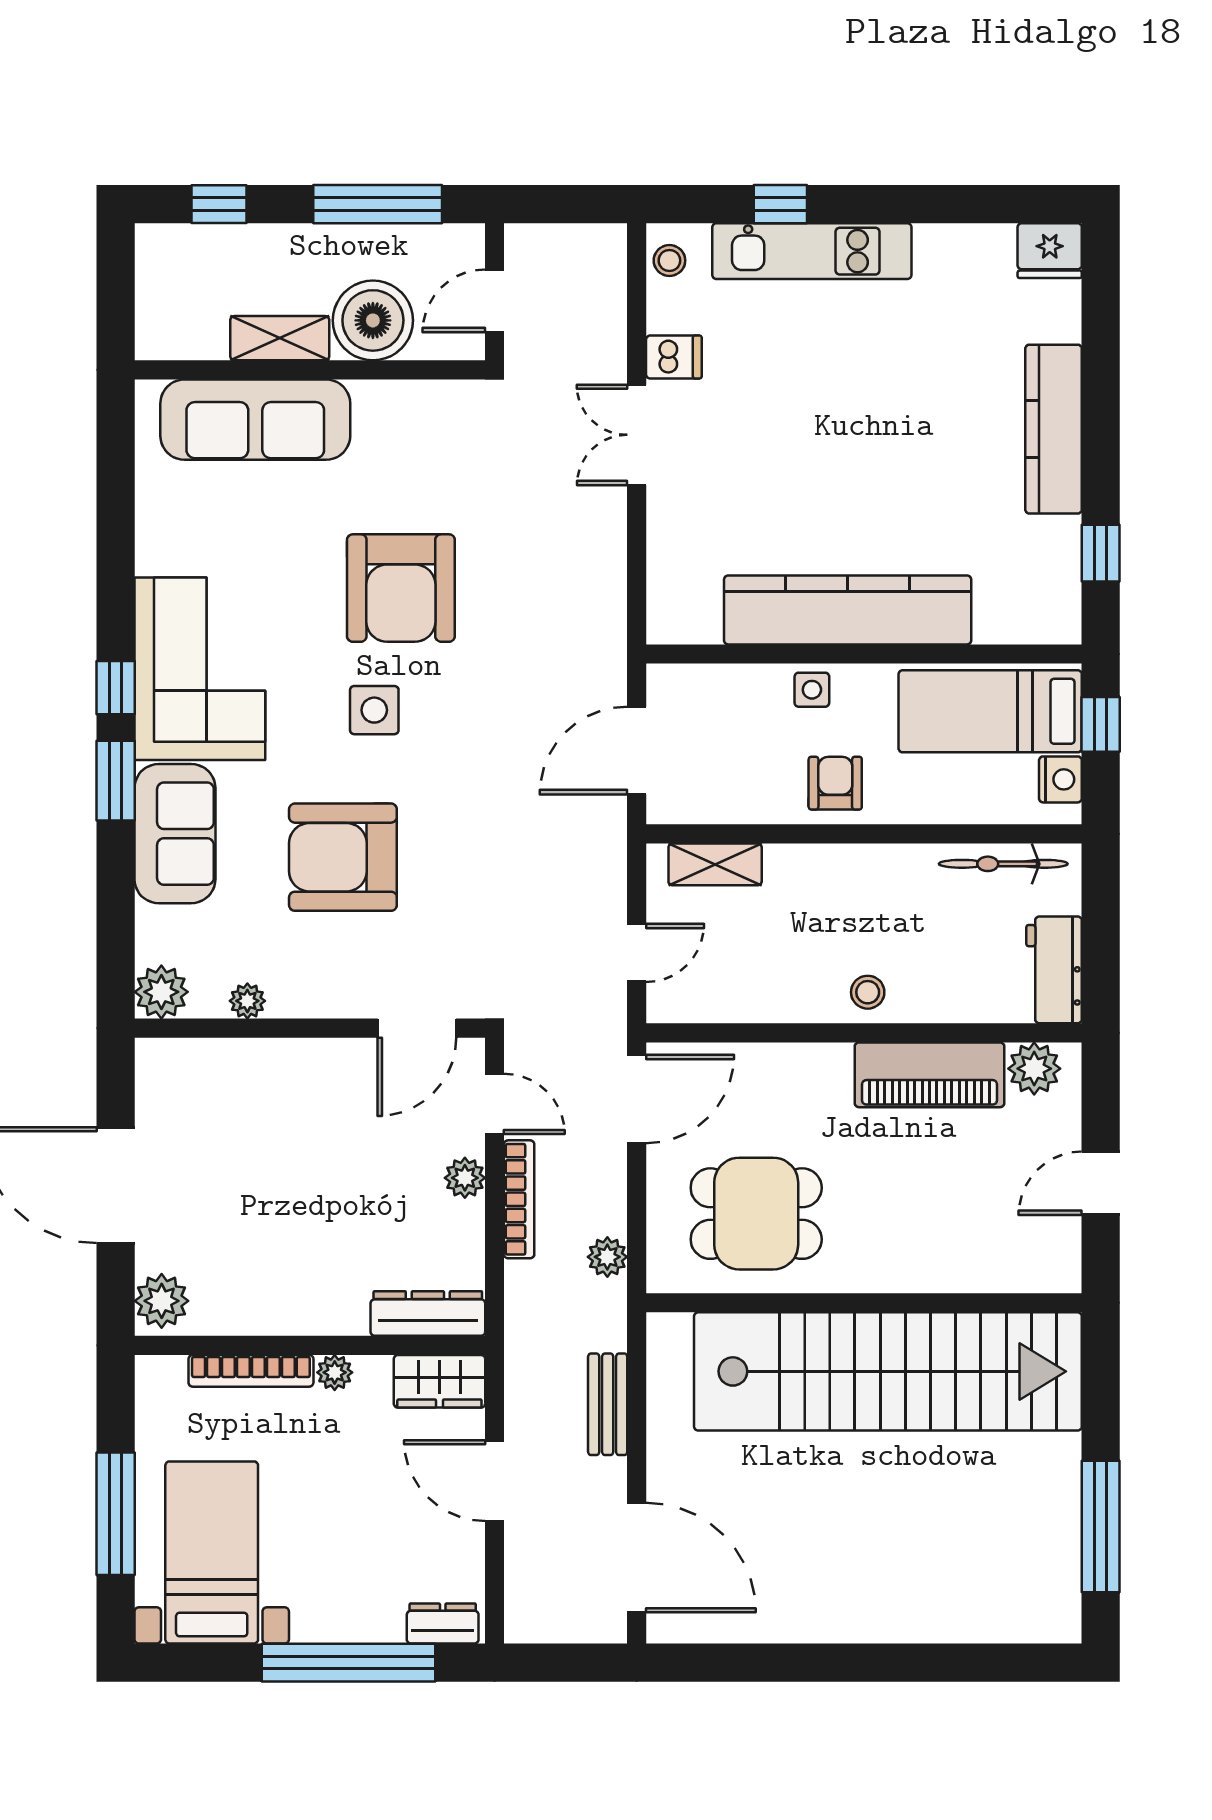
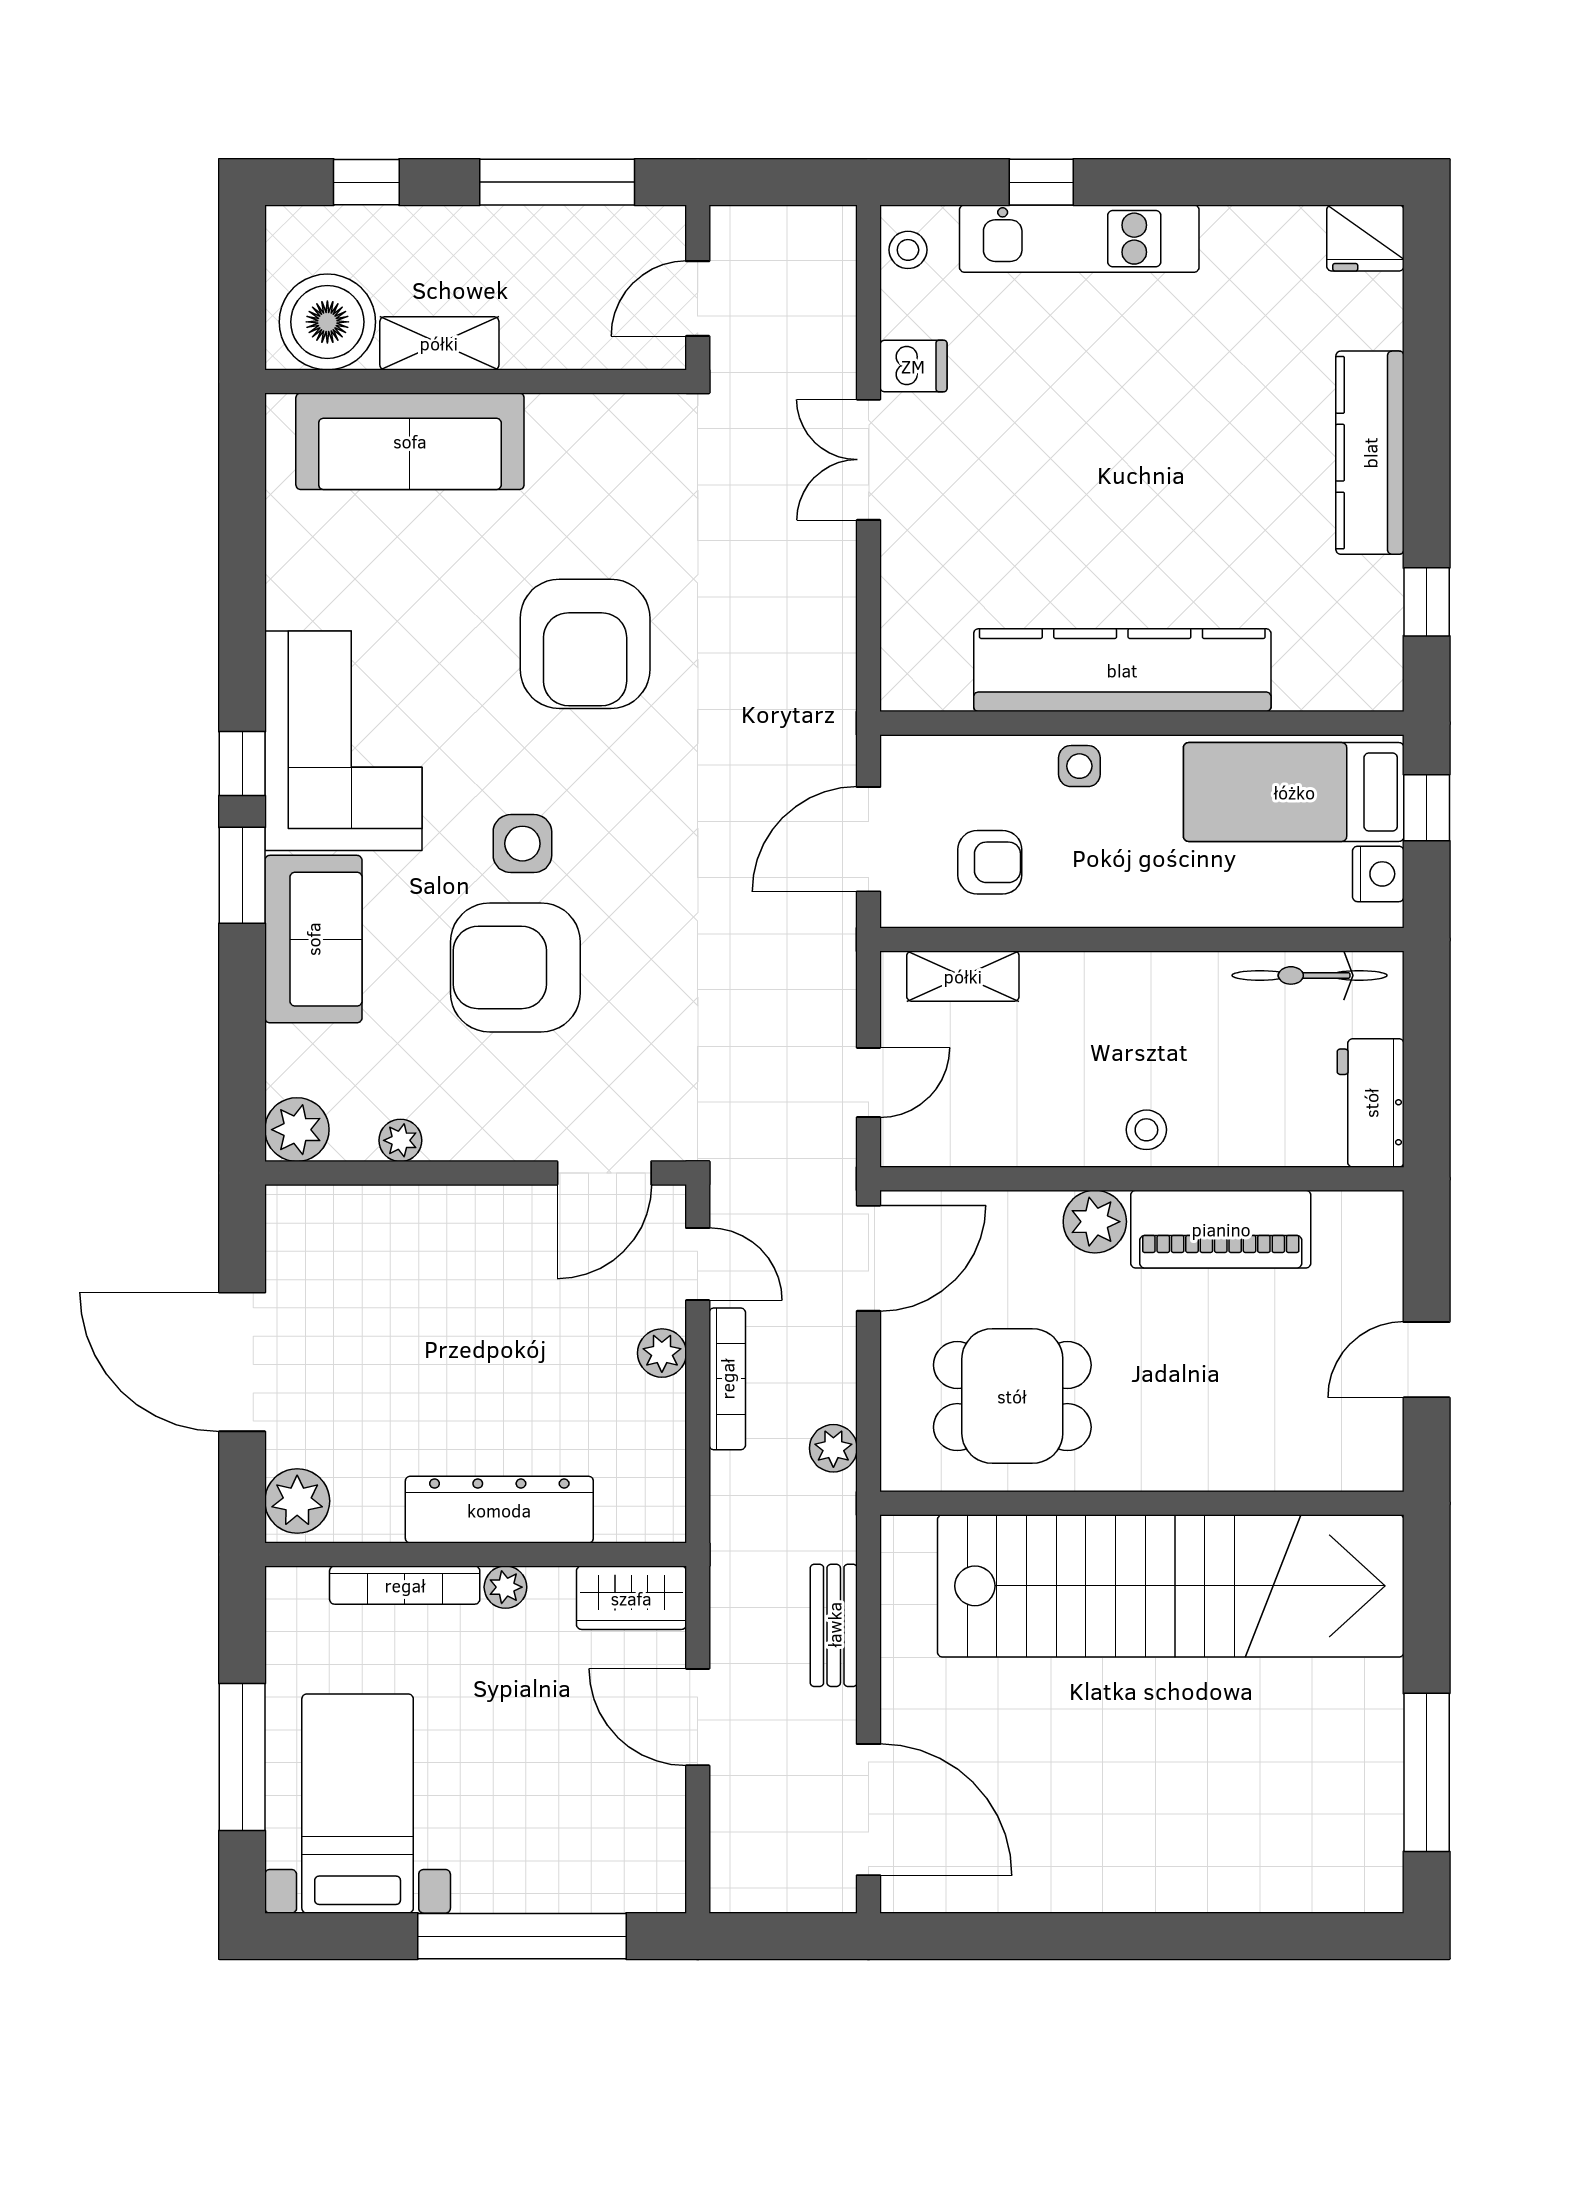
boiler: (373, 320) -> (327, 322), moved
side table: (374, 710) -> (522, 844), moved
armchair: (835, 783) -> (990, 862), moved, turned 90
plant: (1034, 1069) -> (1095, 1222), moved
dresser: (428, 1314) -> (499, 1510), moved, width x1.37, depth x1.24
dresser: (443, 1624) -> (635, 1889), removed

